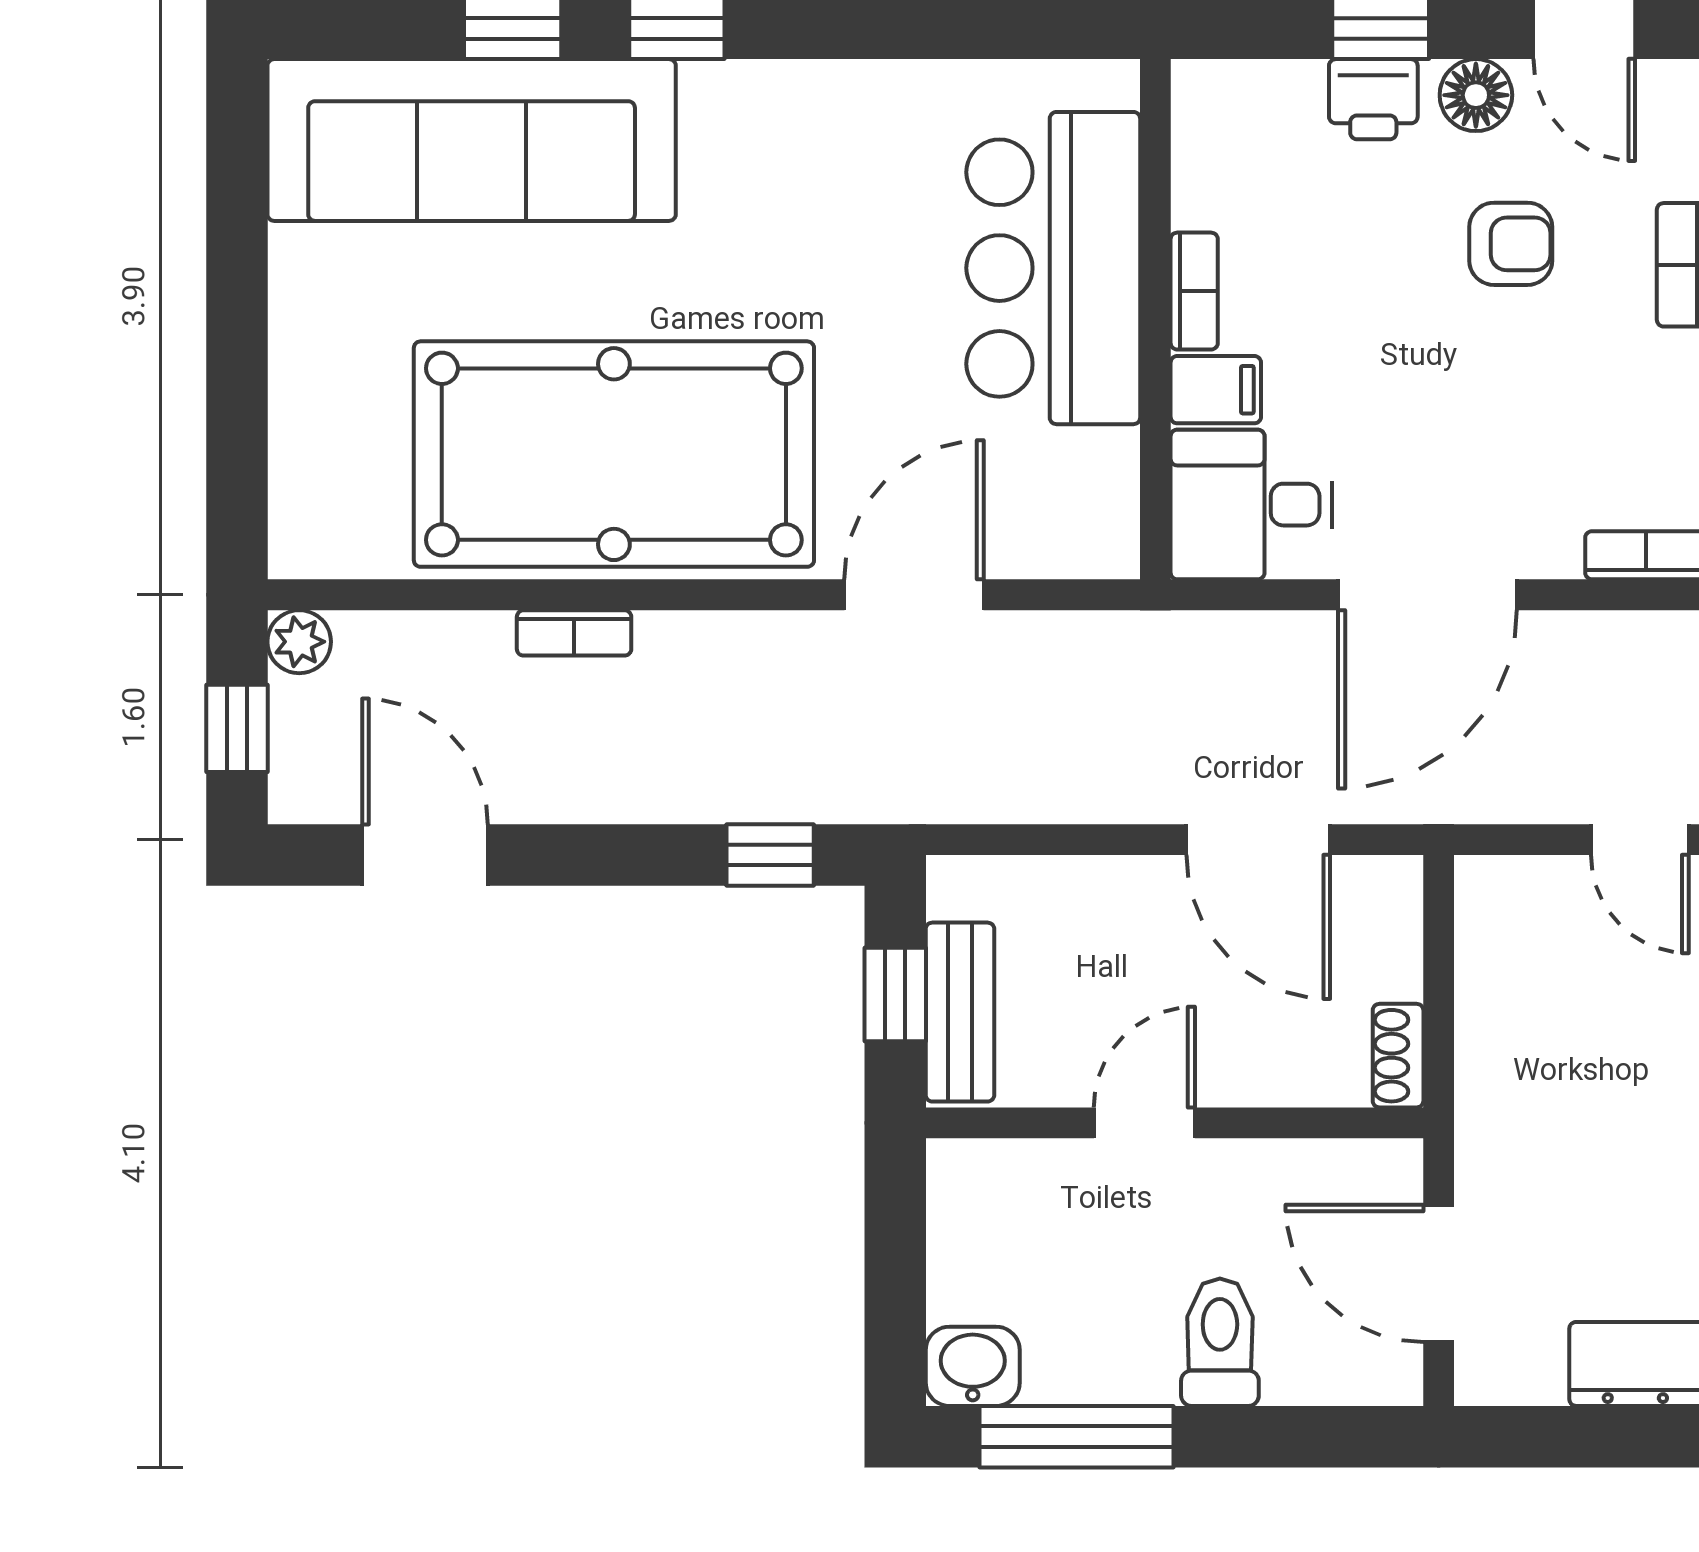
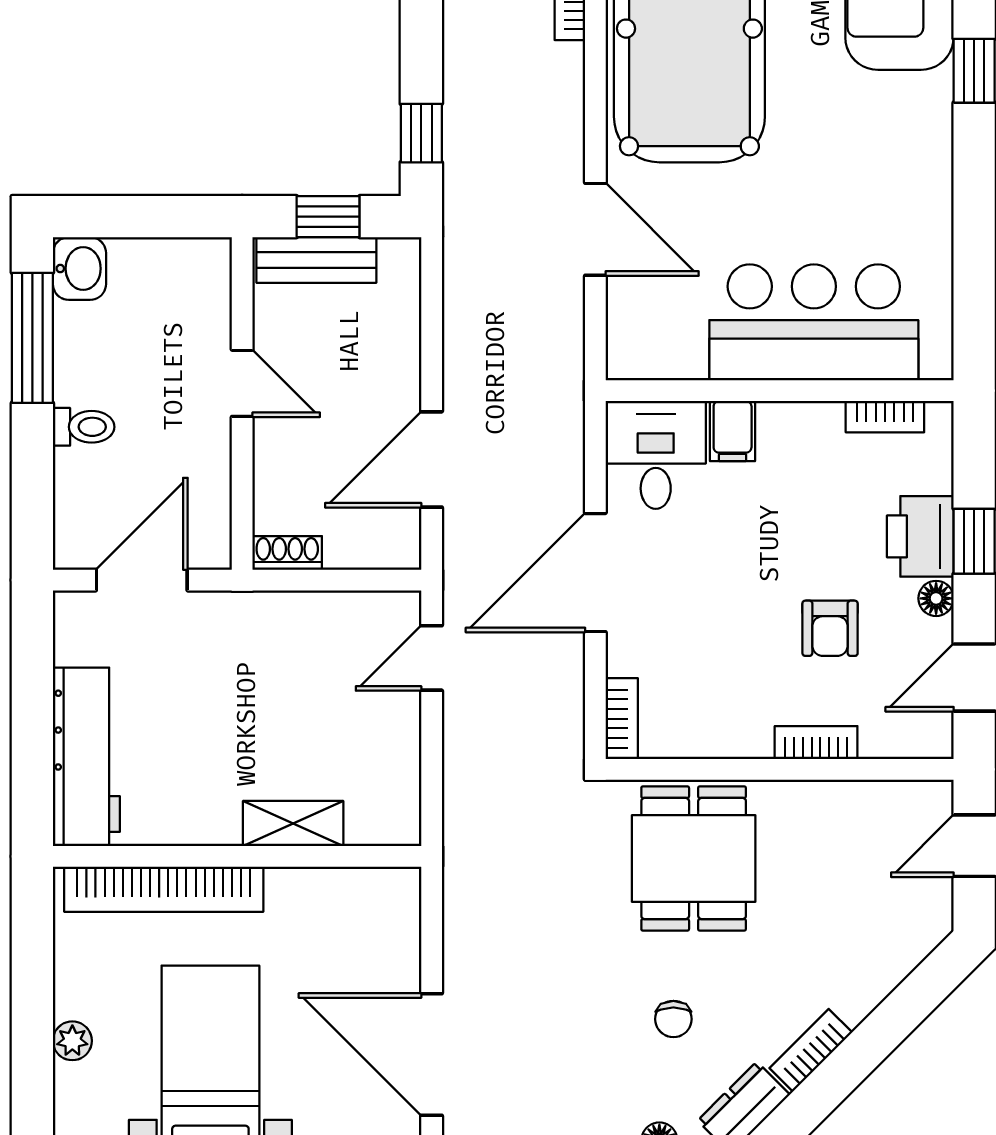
floor lamp: (1476, 95) -> (936, 598), width x0.73, depth x0.73
printer: (1373, 99) -> (920, 536), width x1.36, depth x1.24
bookcase: (1194, 291) -> (885, 417), moved
door: (1427, 595) -> (595, 573), hinge flipped
door: (1640, 840) -> (432, 658), moved
toilet: (1220, 1342) -> (84, 427), width x0.73, depth x0.72

